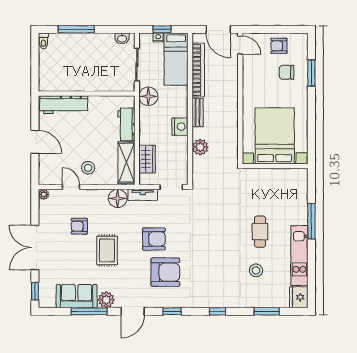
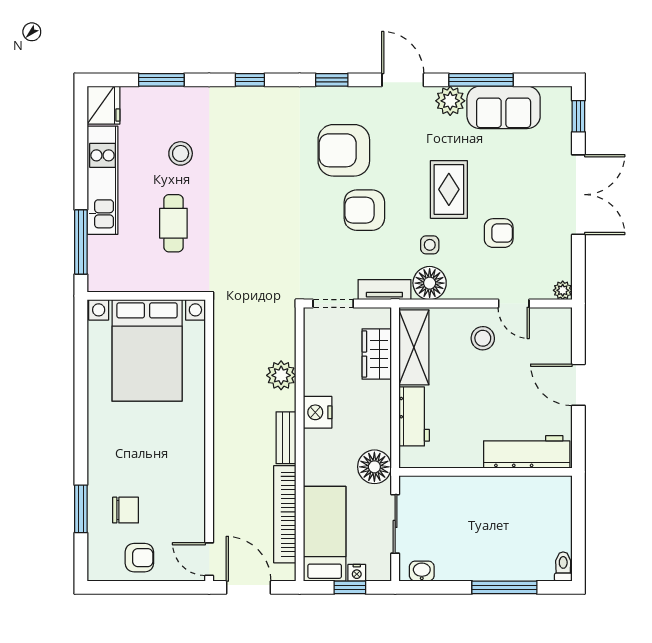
bed with nightstands: (275, 136) -> (147, 350), moved
wall: (275, 166) -> (146, 296), moved
side table: (118, 220) -> (430, 245), added
door: (133, 311) -> (403, 80), hinge flipped

